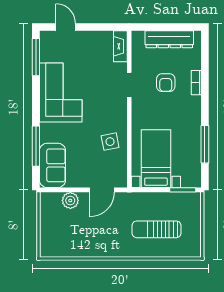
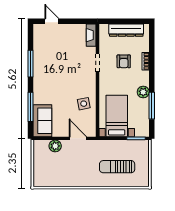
window: (36, 57) -> (30, 64), moved
corner sofa: (61, 93) -> (48, 68), removed
plant: (193, 125) -> (143, 92), added
door: (102, 190) -> (78, 138), swing flipped

